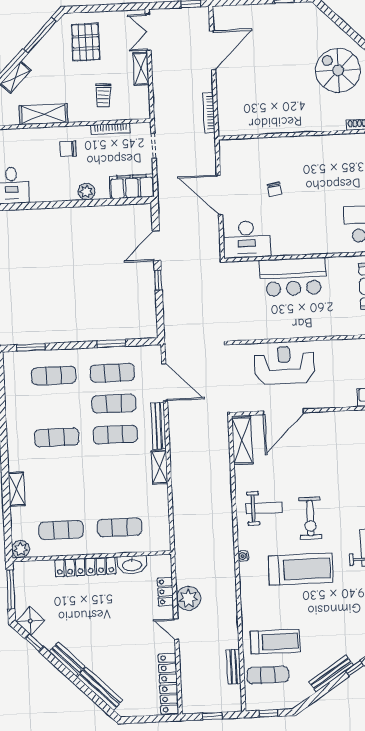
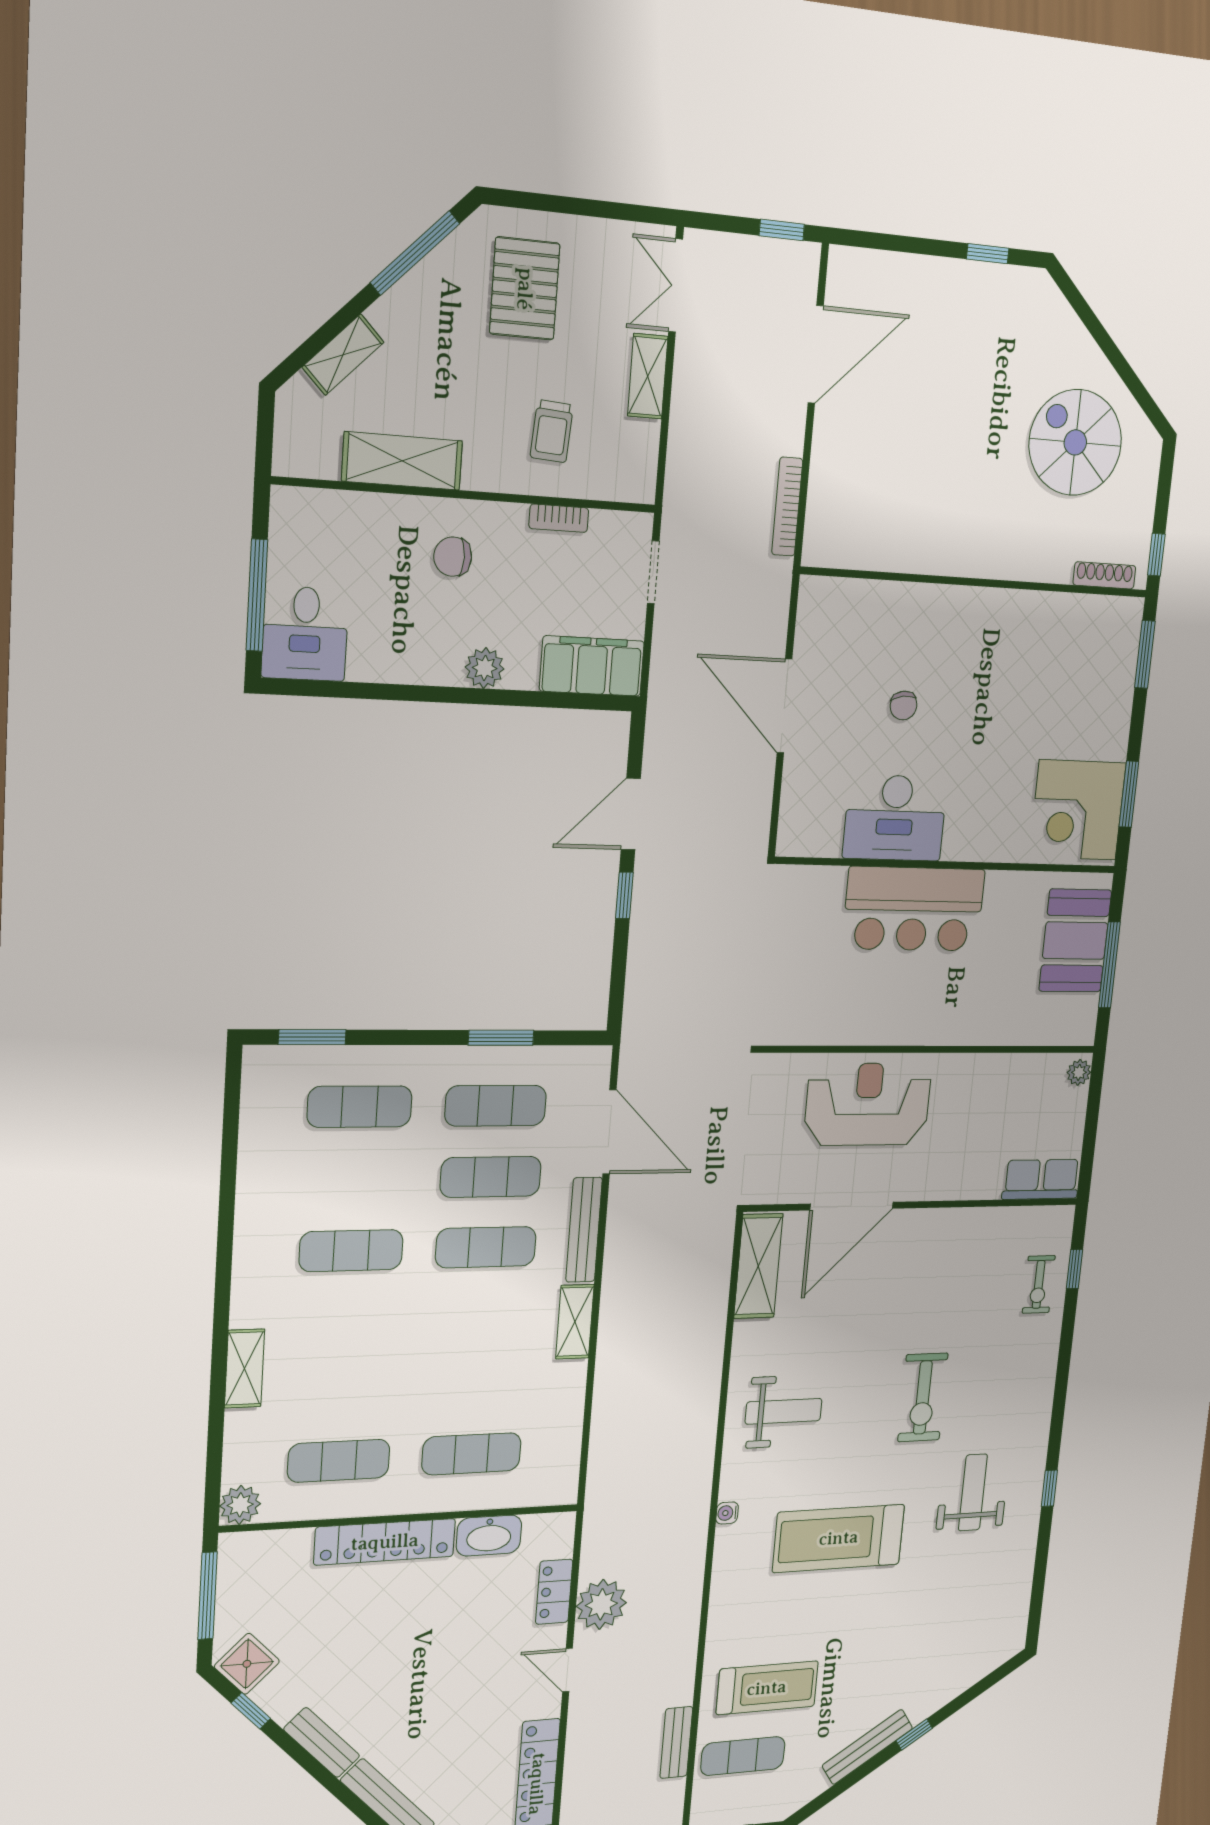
bookcase: (110, 129) -> (559, 518), width x0.64
desk: (247, 239) -> (895, 818), moved
exercise bike: (310, 518) -> (923, 1397), moved
treadmill: (301, 569) -> (839, 1538), turned 180

